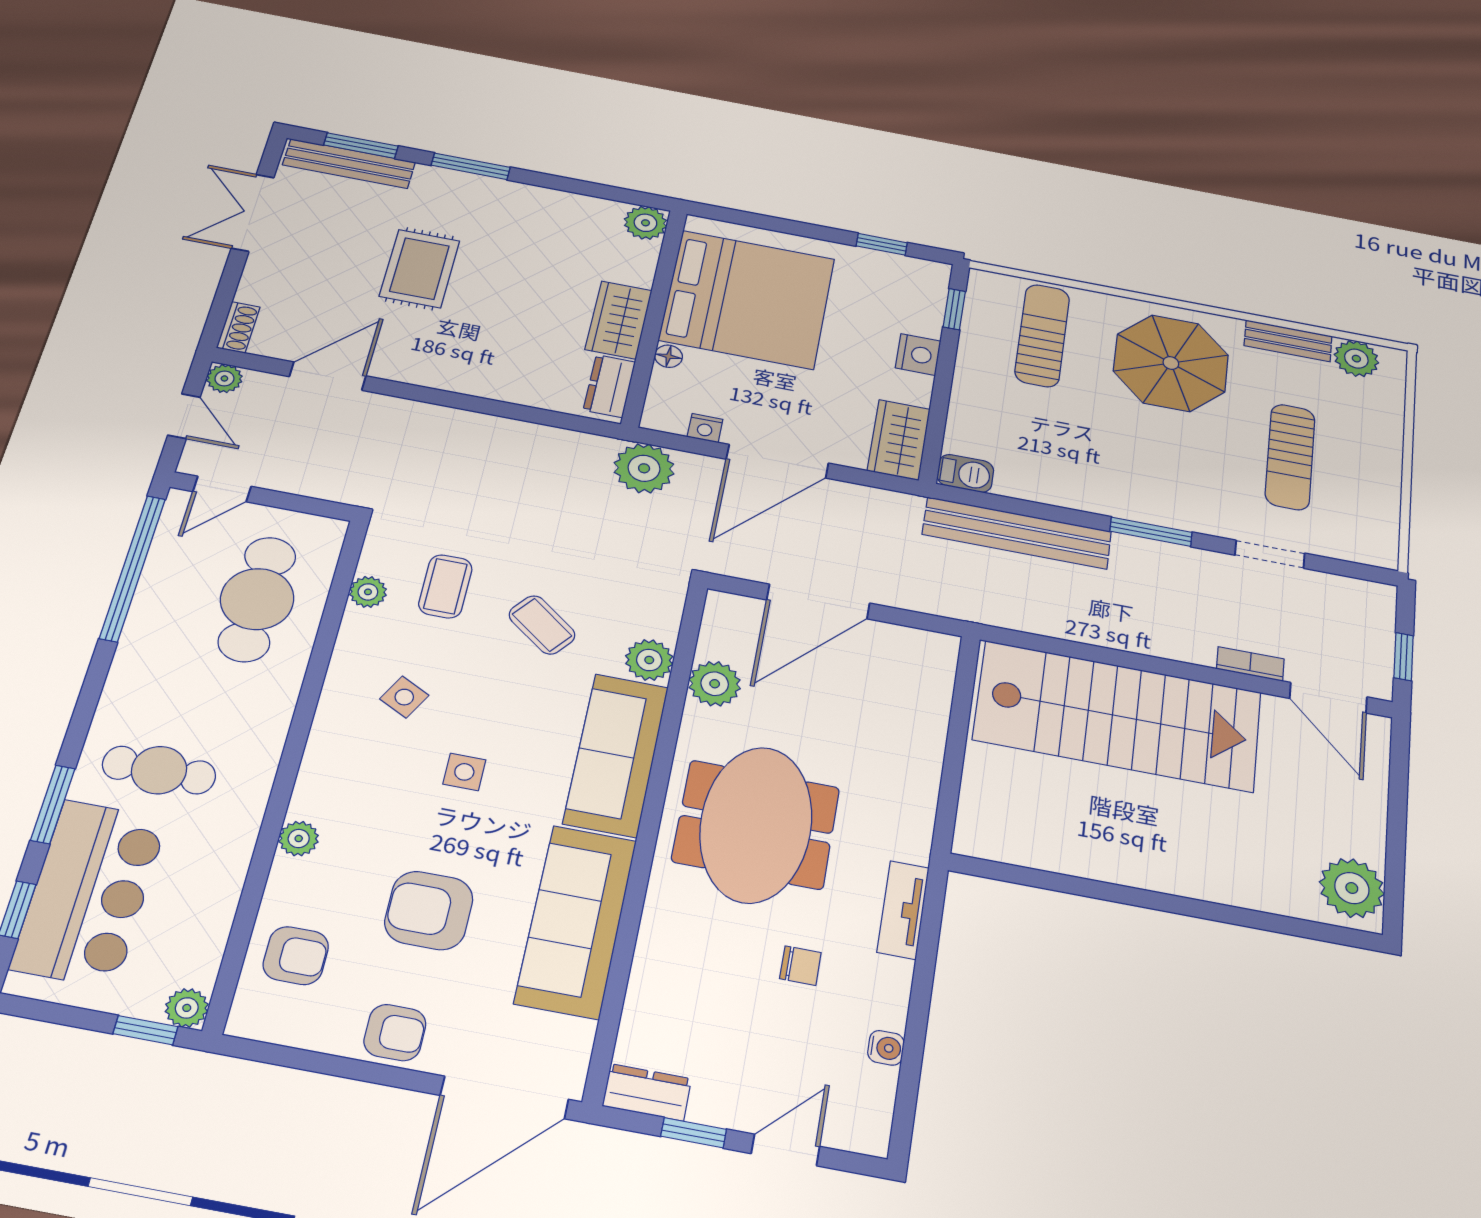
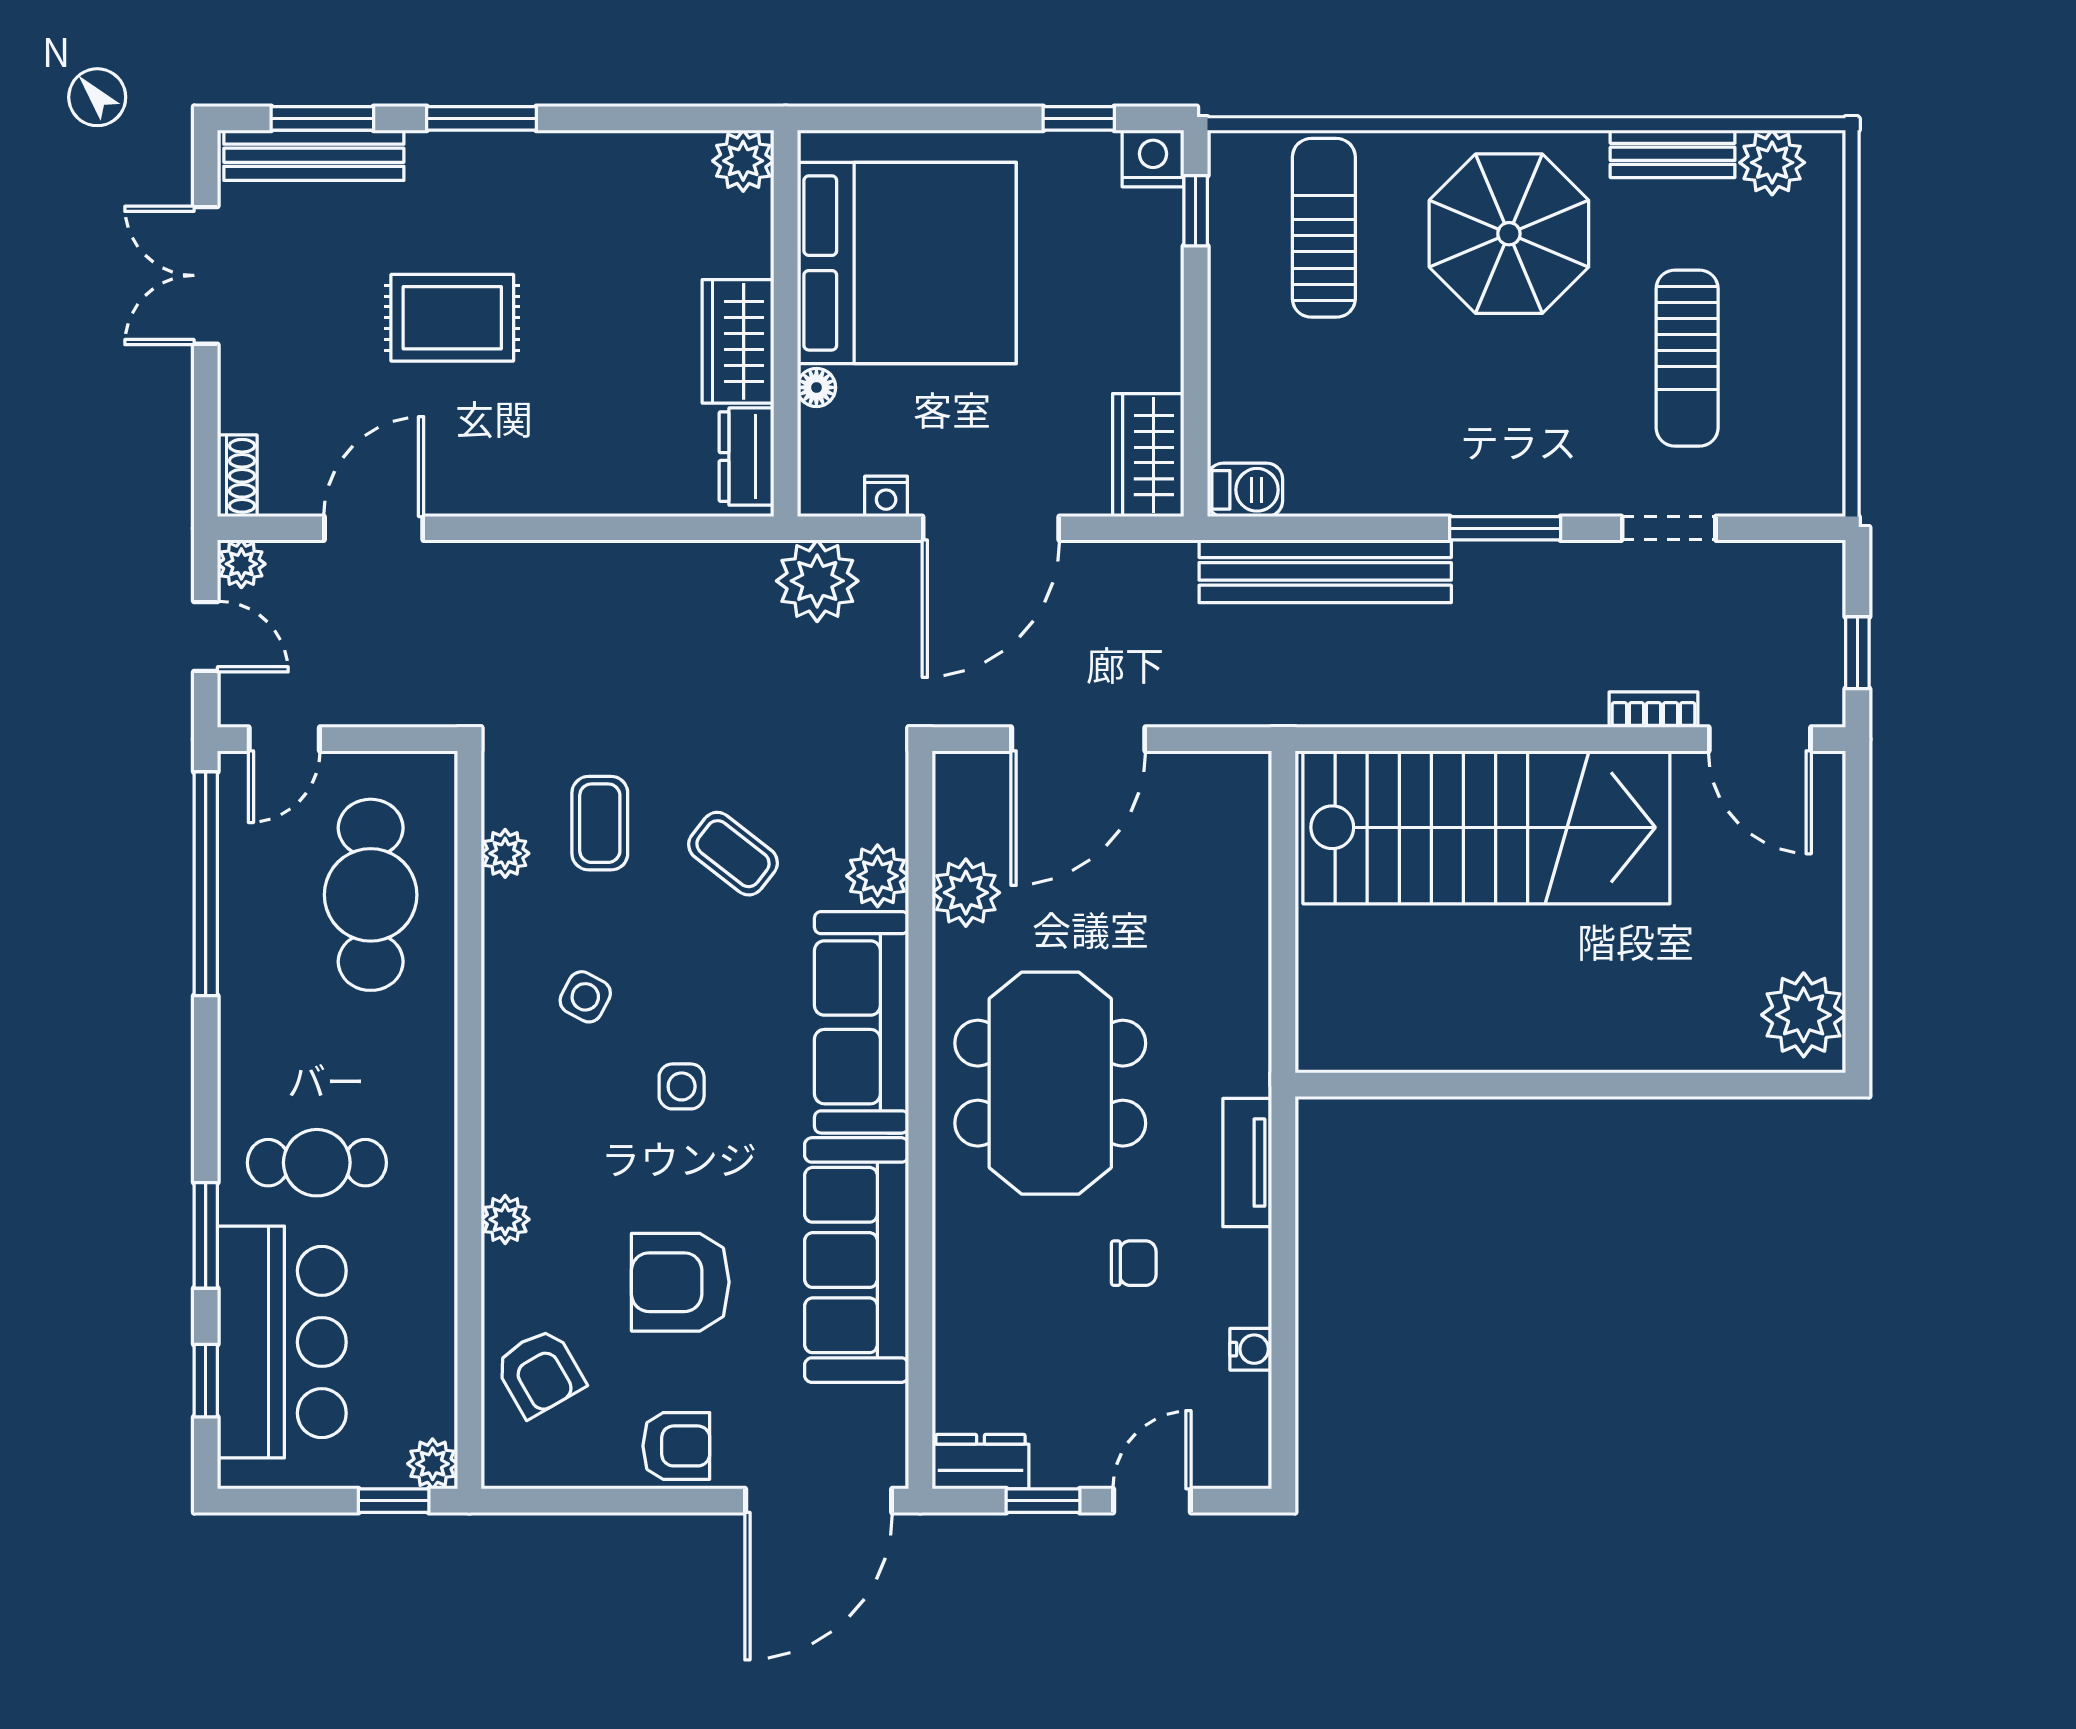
rug: (420, 269) -> (452, 318), turned 90
nightstand: (918, 354) -> (1153, 158), moved, turned -90
armchair: (296, 956) -> (540, 1373), turned 60

